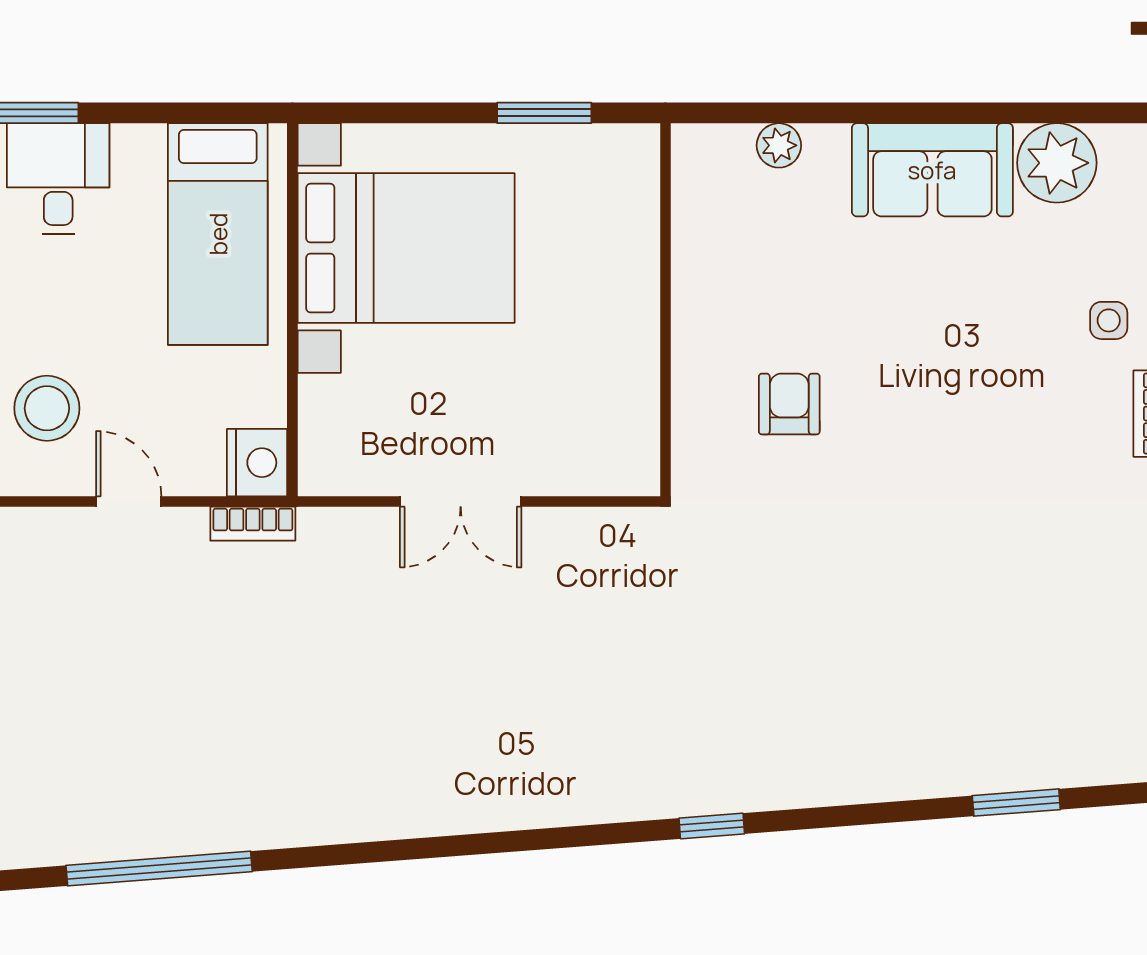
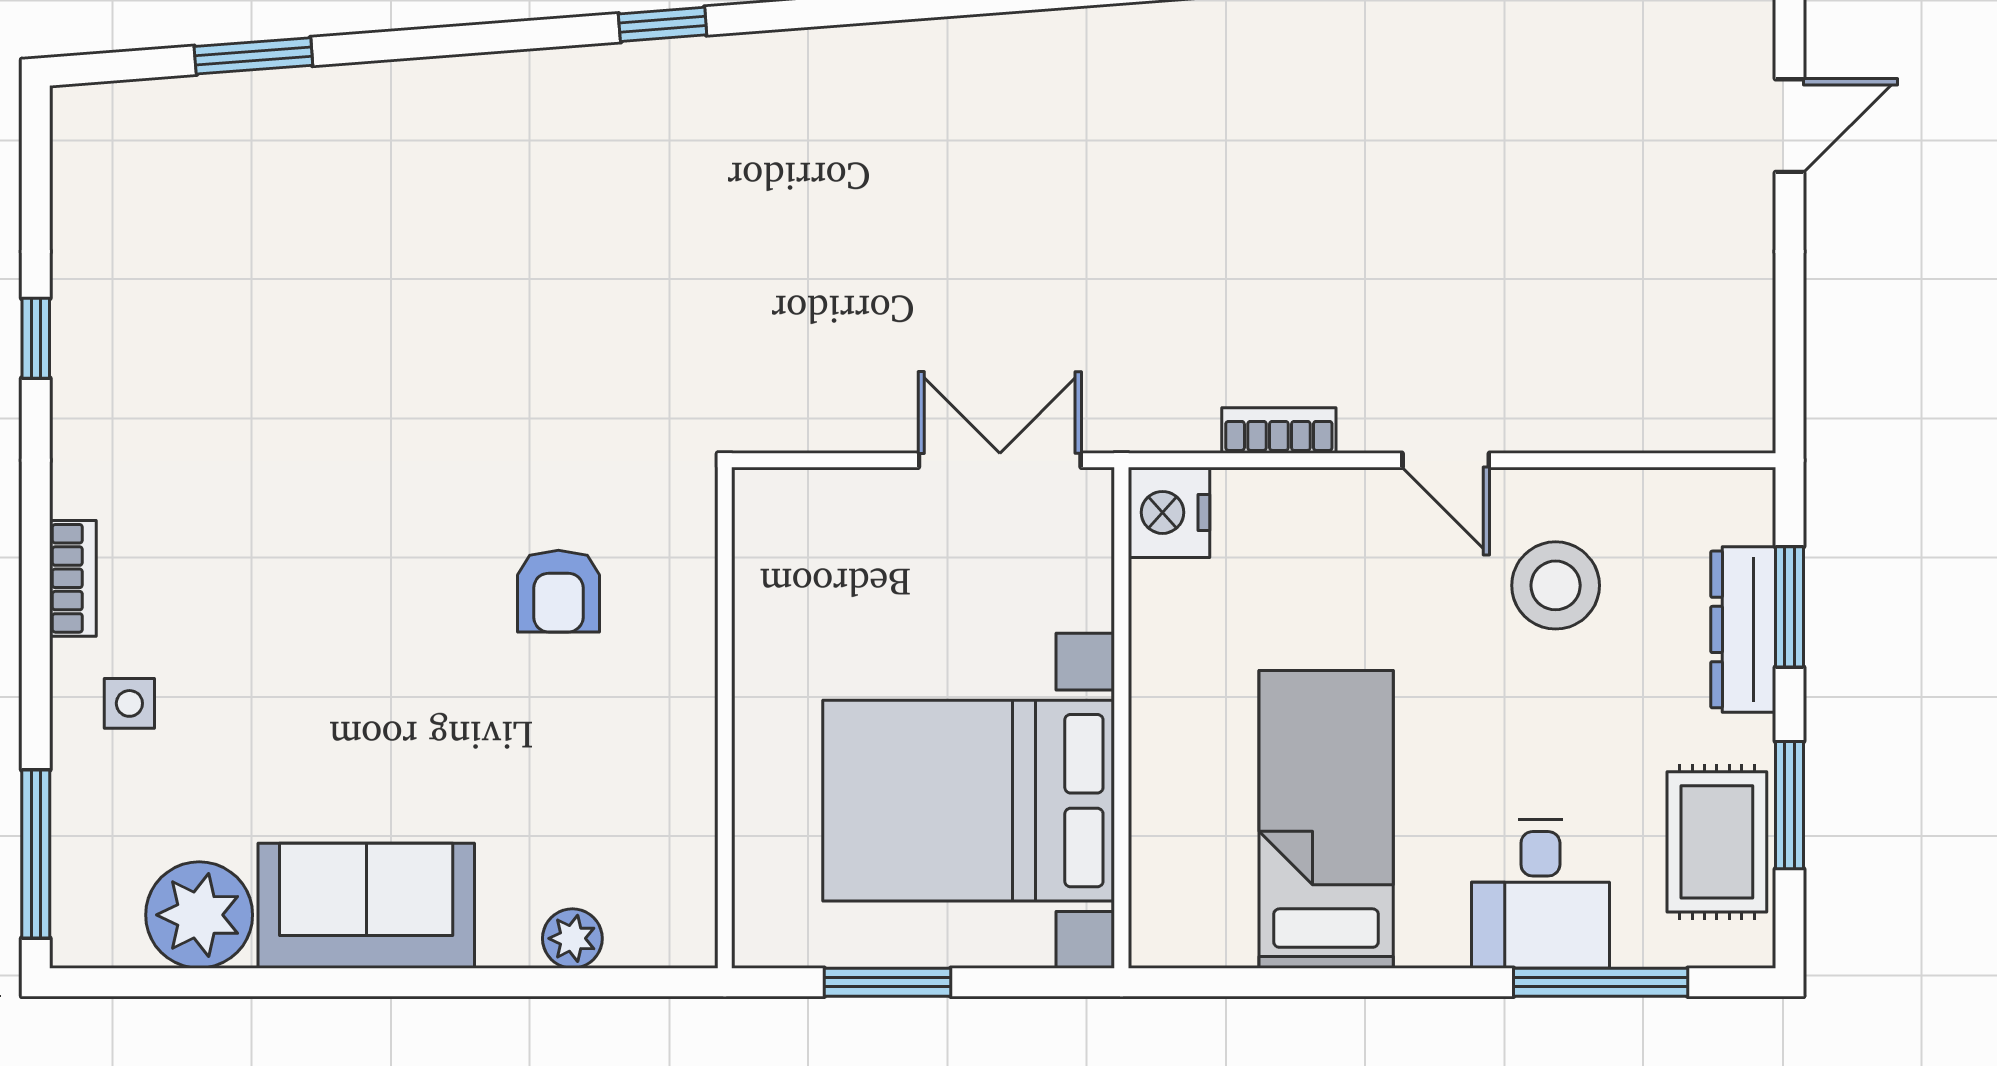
bed with nightstands: (406, 248) -> (969, 801), moved
wall: (292, 310) -> (1121, 718), moved
nightstand: (257, 463) -> (1169, 512), moved

